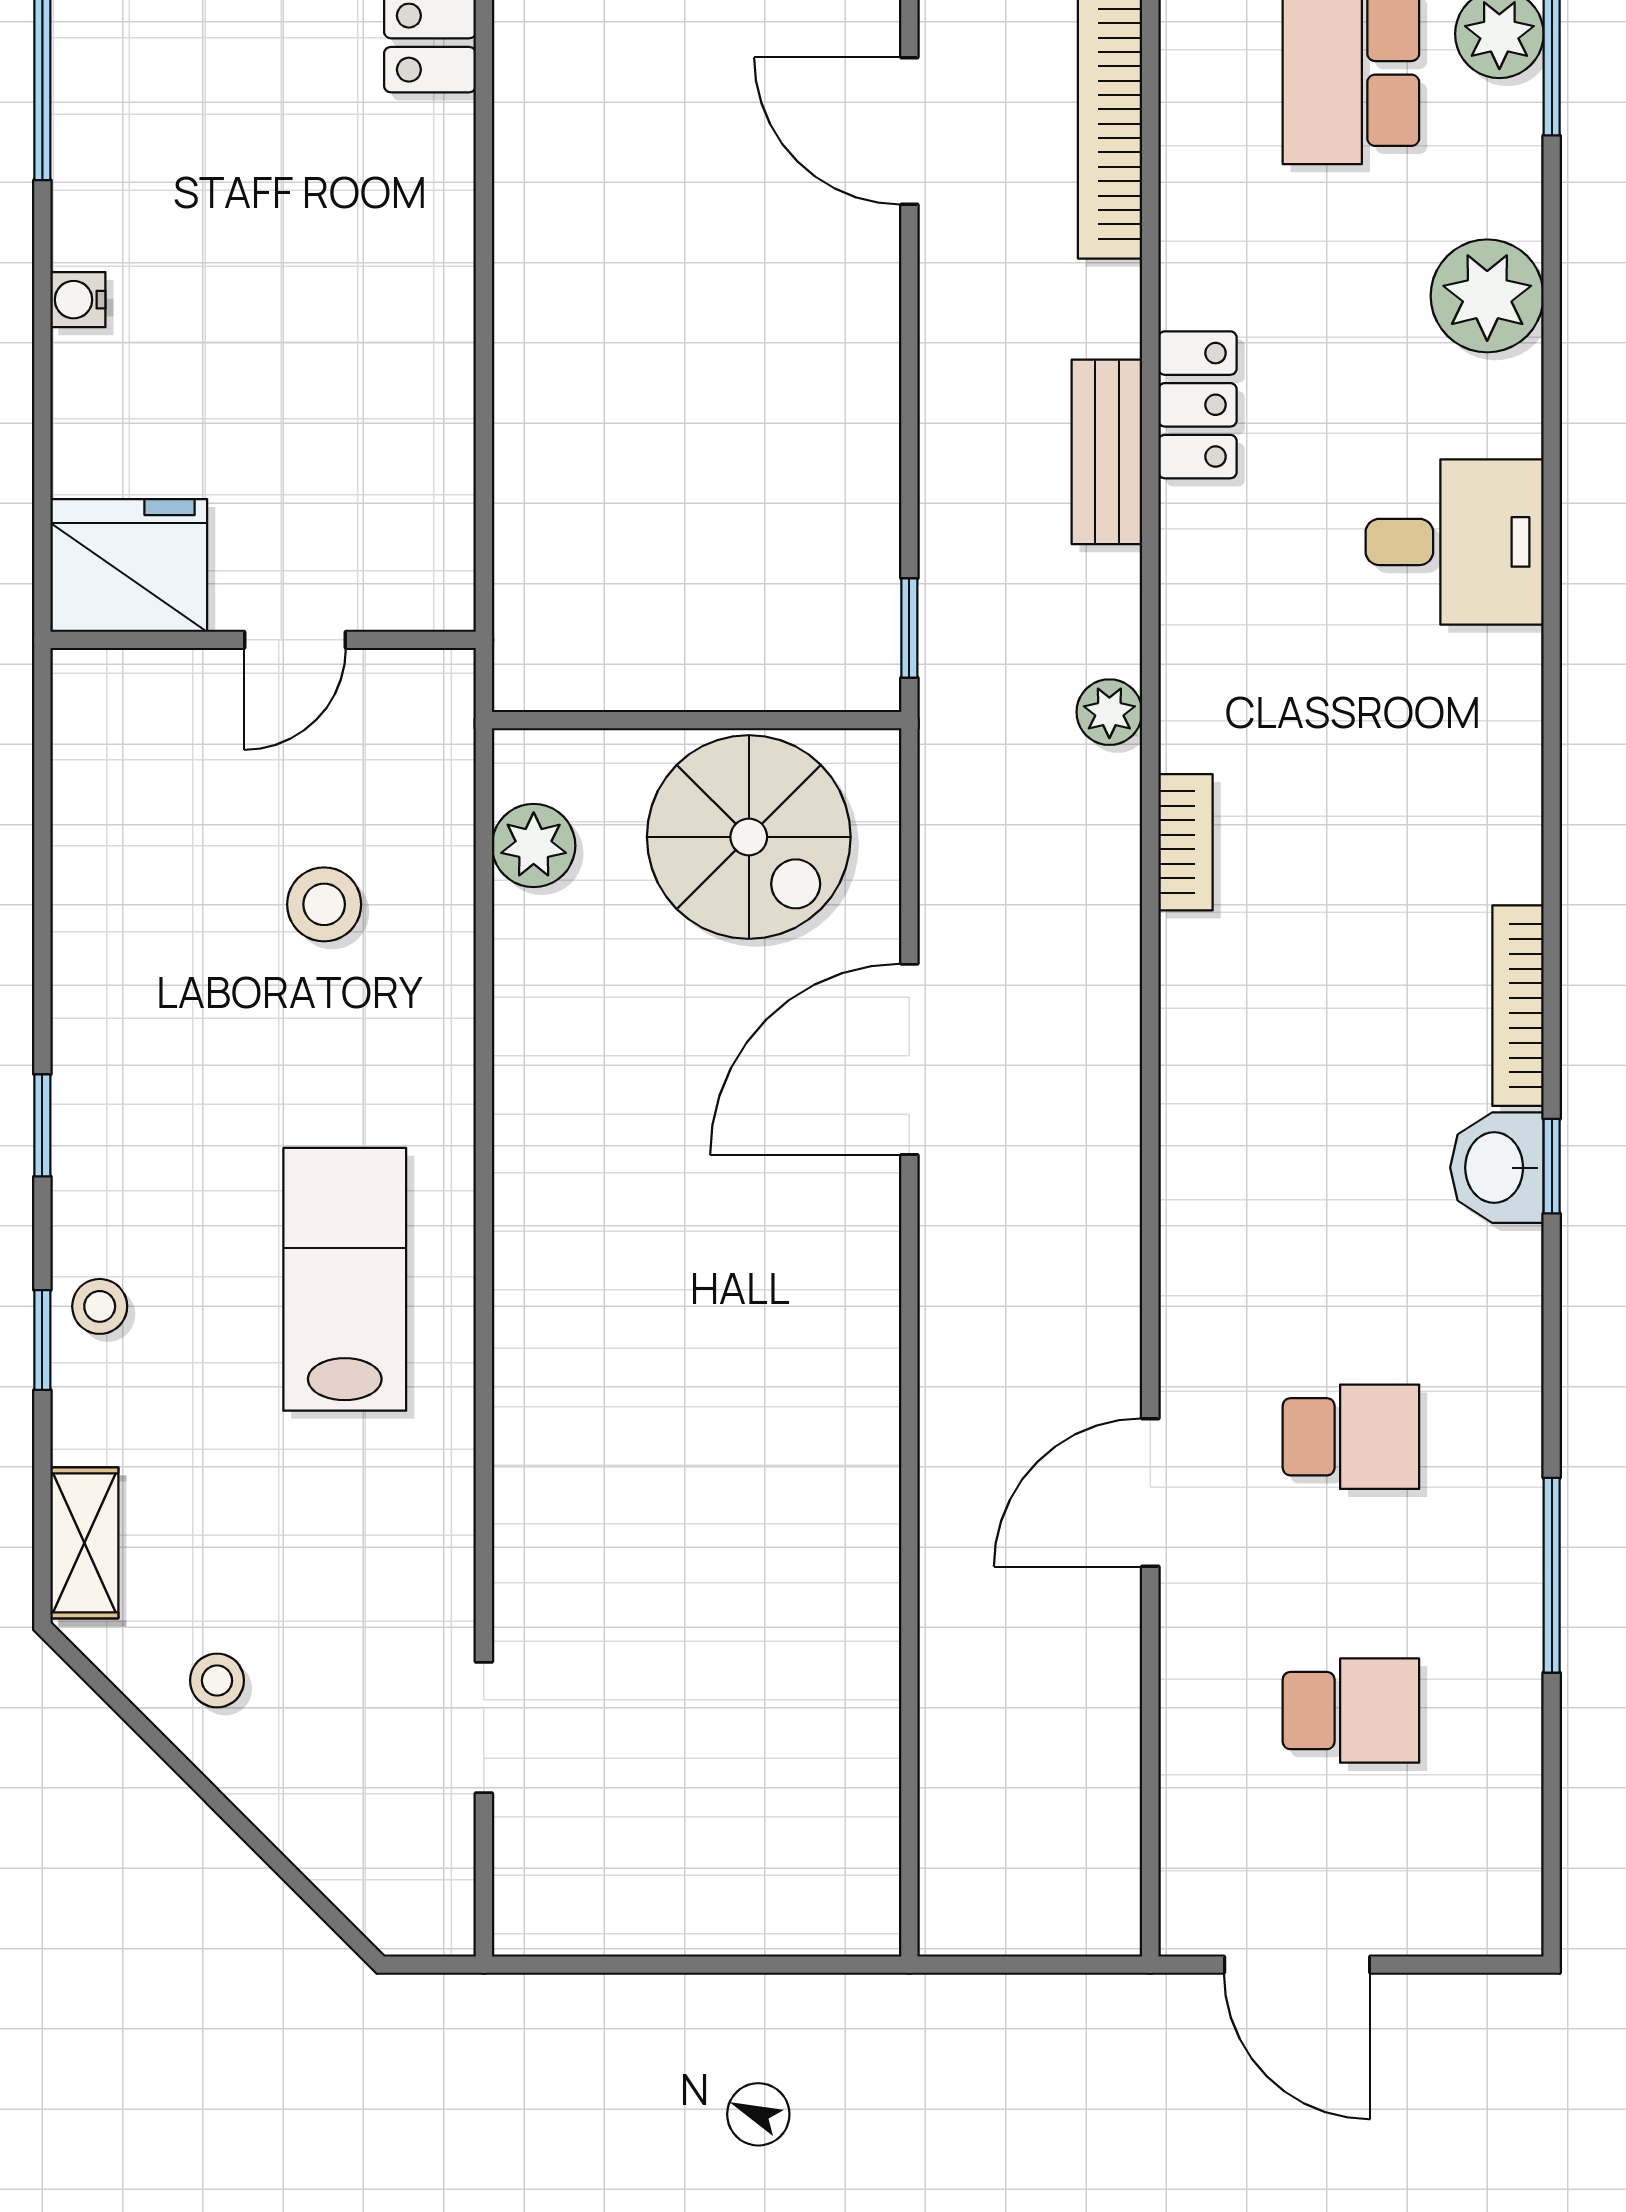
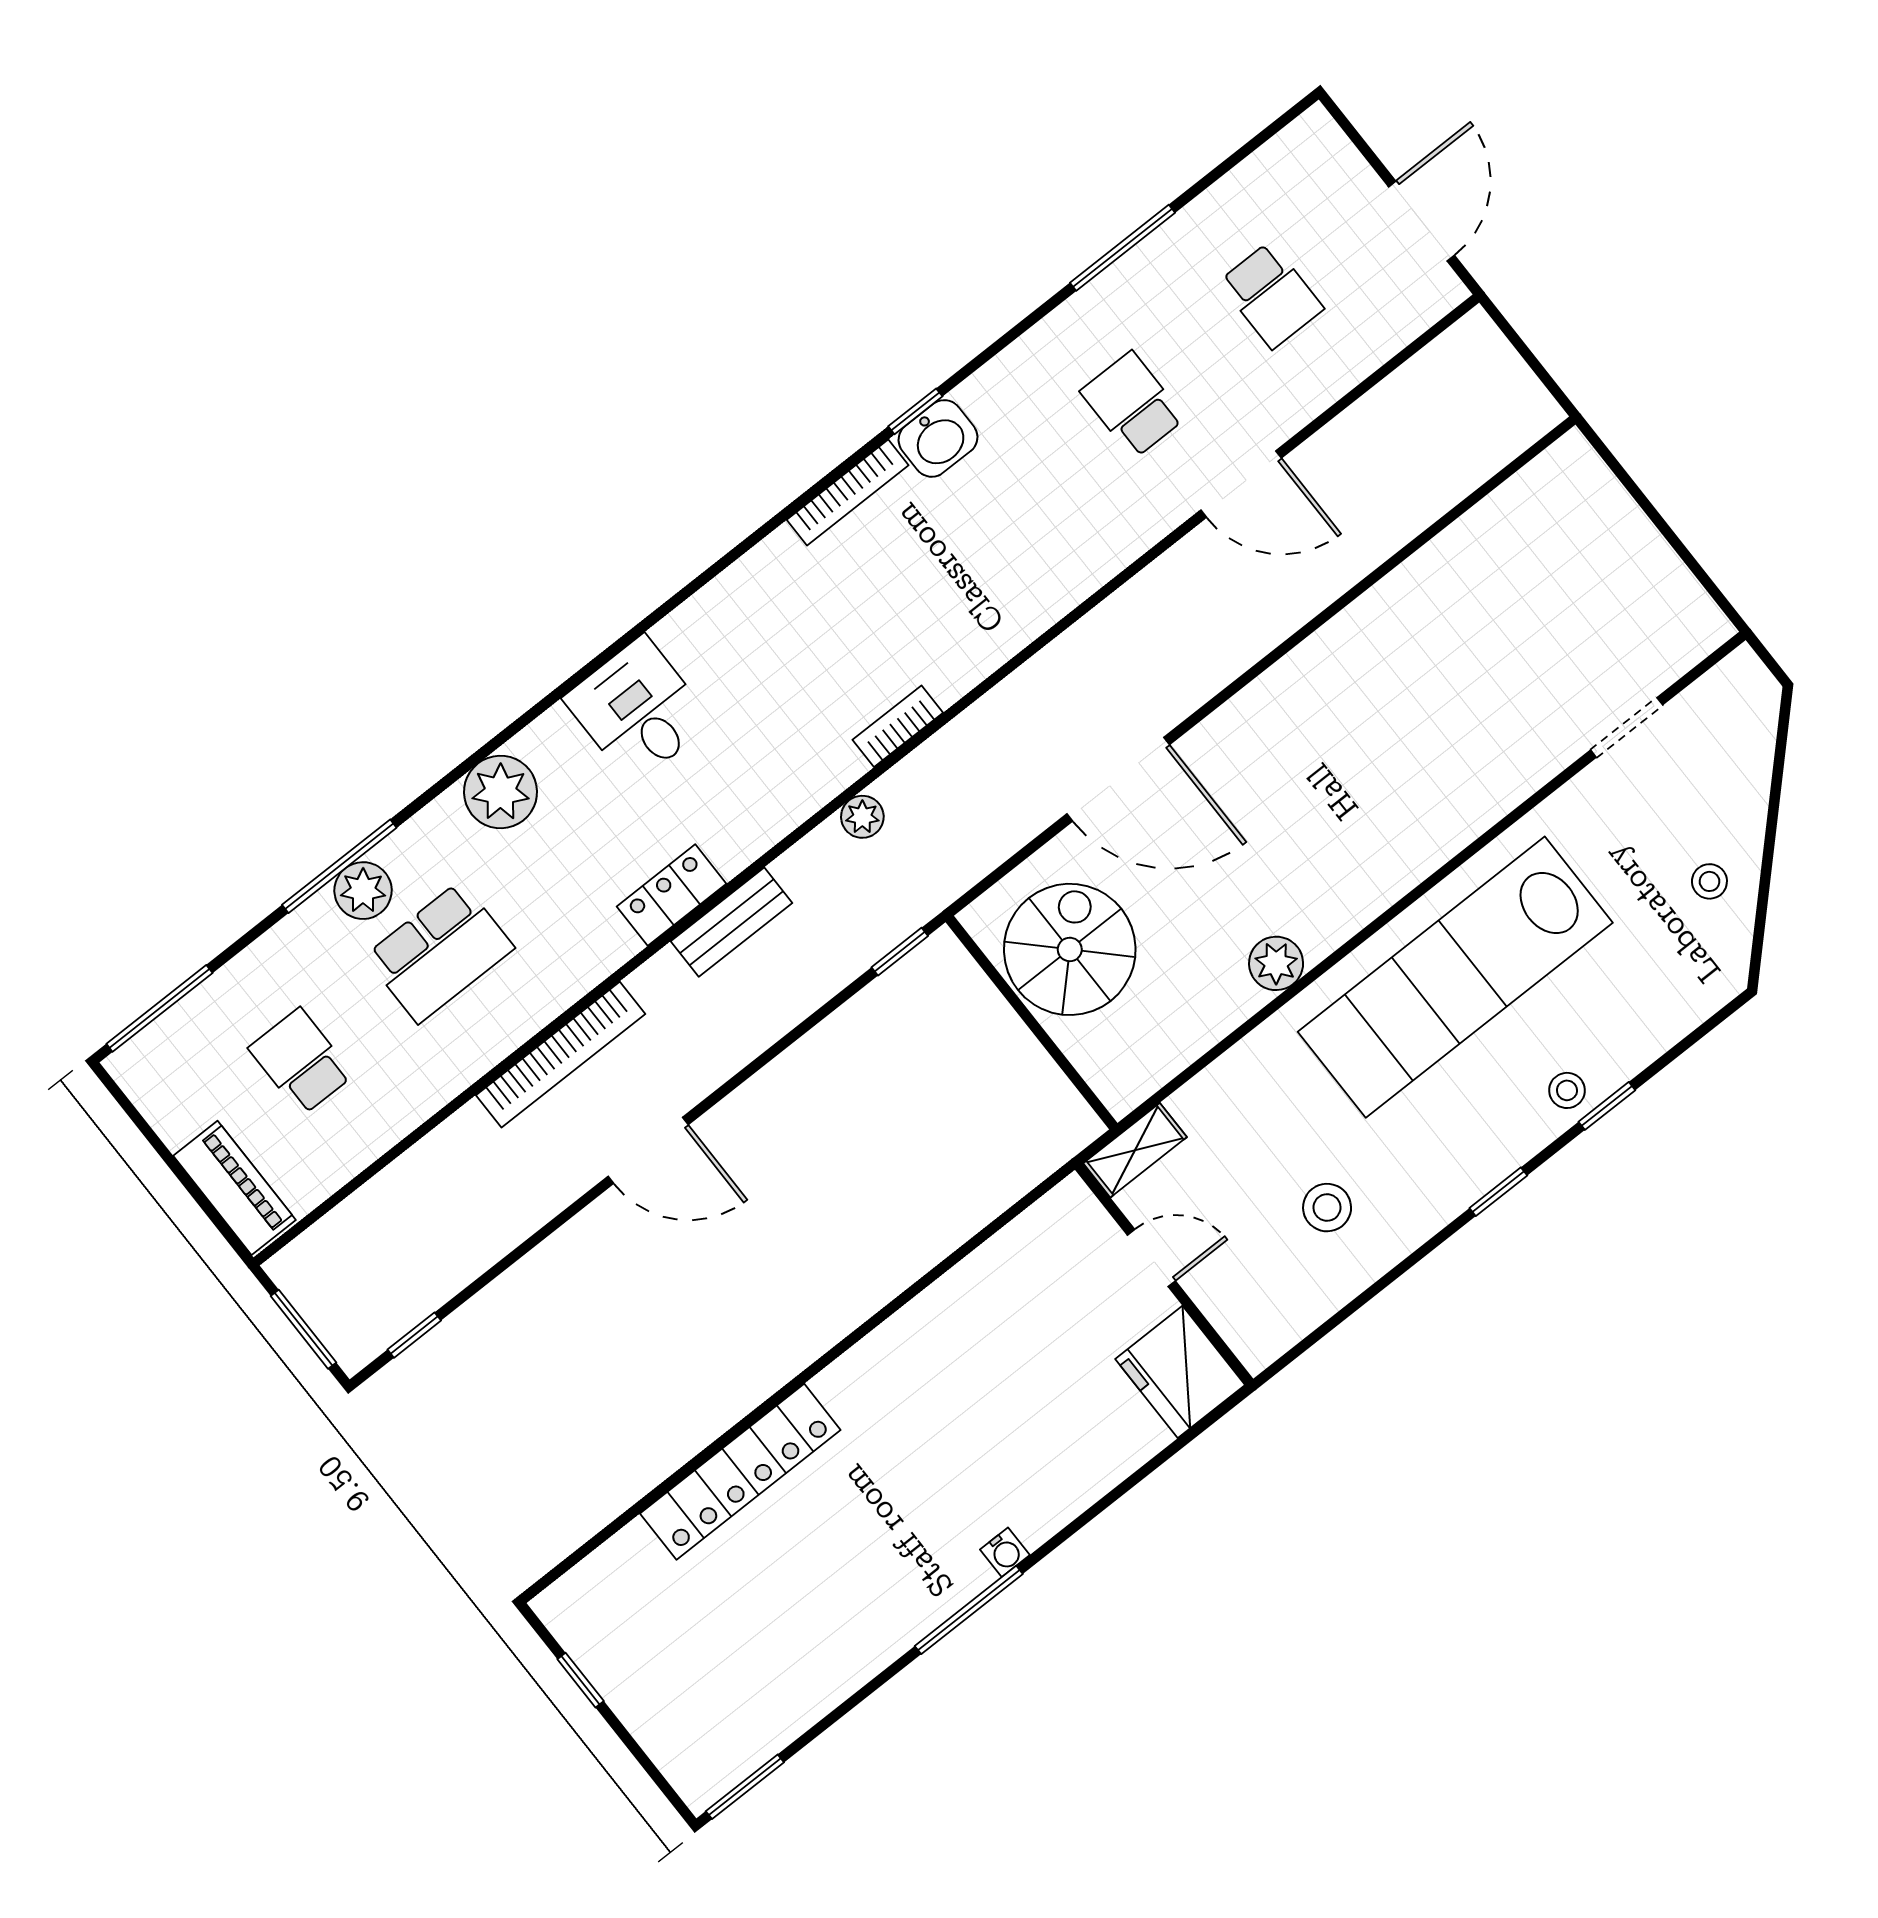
door: (909, 131) -> (648, 1150), hinge flipped
water cooler: (78, 300) -> (1005, 1552), moved
plant: (534, 846) -> (1276, 963), moved
stool: (324, 904) -> (1327, 1208), moved
lab bench: (345, 1279) -> (1455, 977), width x1.86, depth x1.39
shelving: (84, 1543) -> (1135, 1150), moved
school desk: (1351, 1711) -> (1271, 295), turned 180

